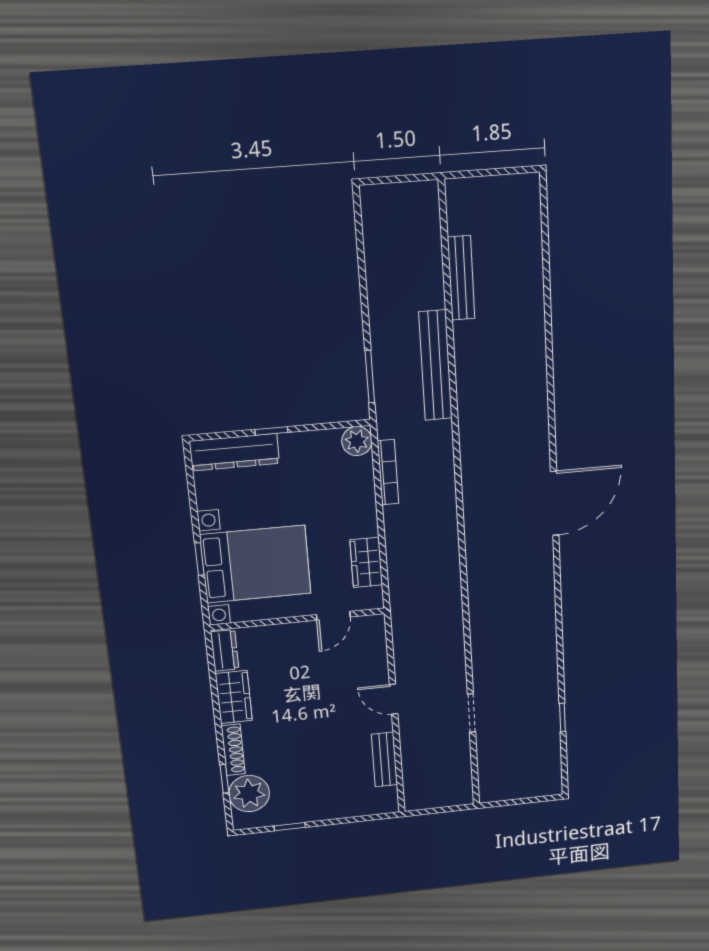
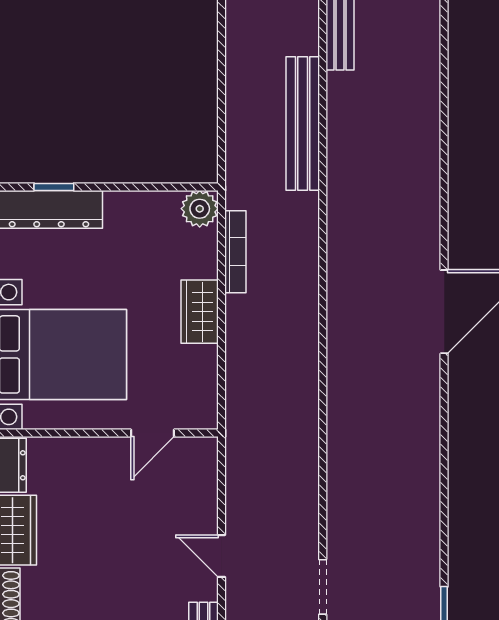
window: (370, 377) -> (222, 130), removed
window: (271, 431) -> (54, 187), moved
wardrobe: (366, 562) -> (200, 312), moved

